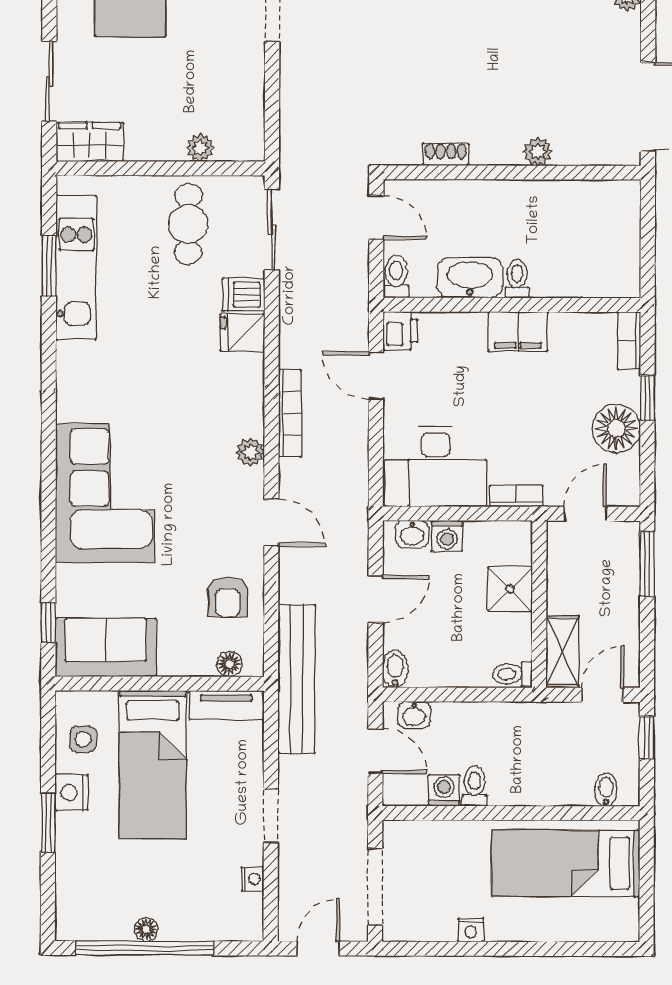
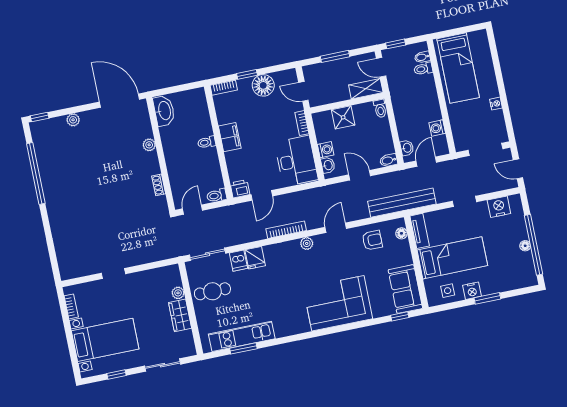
wardrobe: (90, 142) -> (180, 315), moved
washbasin: (470, 278) -> (164, 111), moved, turned 180
window: (647, 564) -> (335, 56), moved
toilet: (475, 786) -> (423, 69), moved
nightstand: (252, 879) -> (499, 207), width x1.89, depth x1.79

